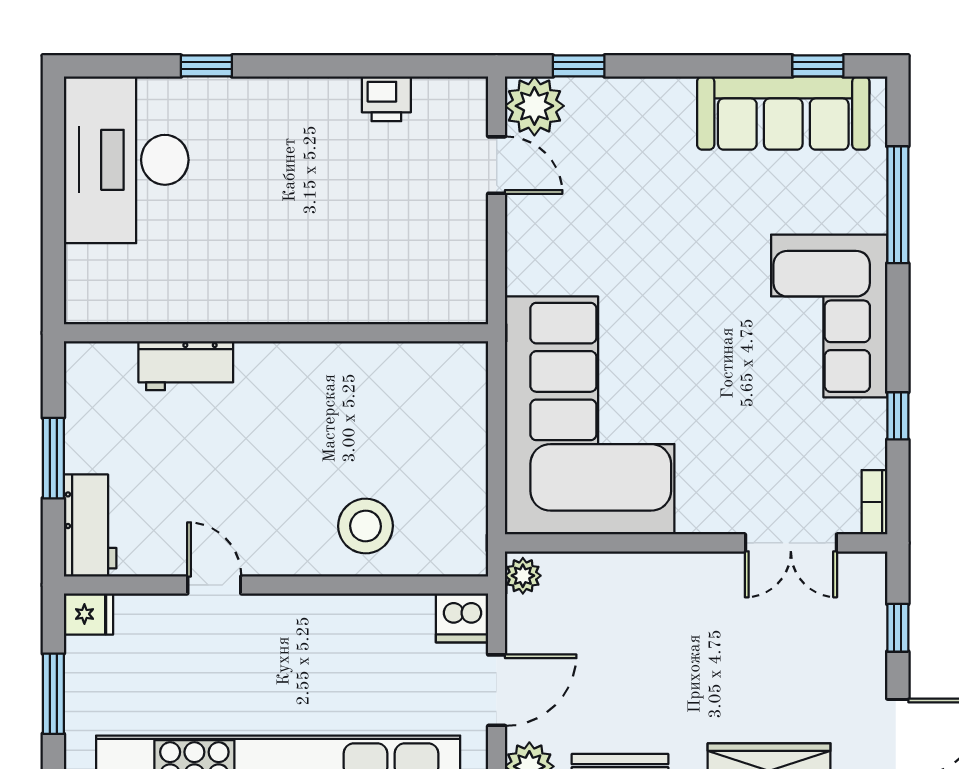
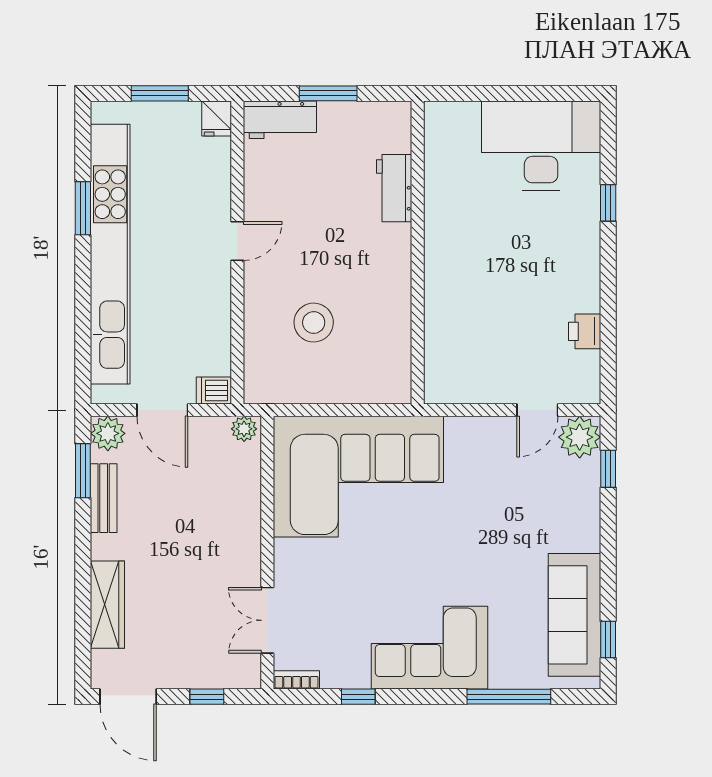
stool: (366, 526) -> (314, 323), moved
door: (214, 585) -> (237, 241), moved
dishwasher: (462, 618) -> (214, 390), width x0.73

